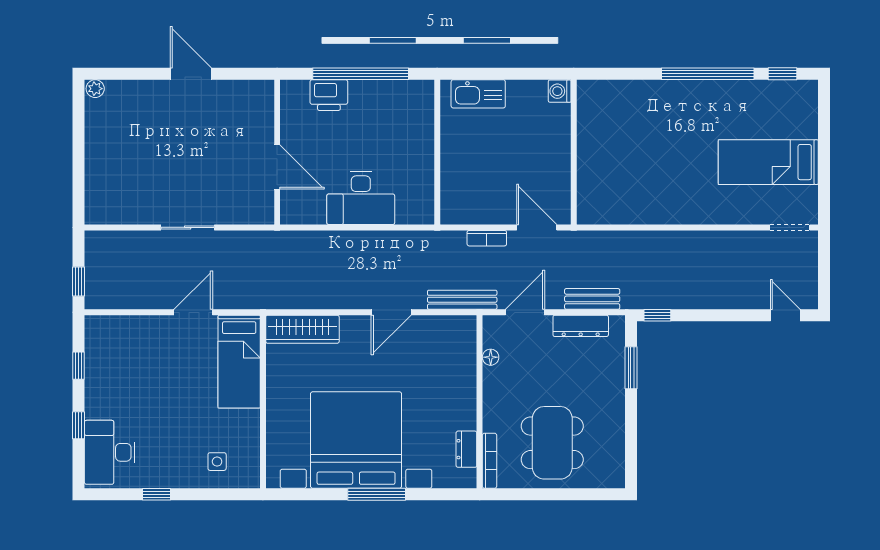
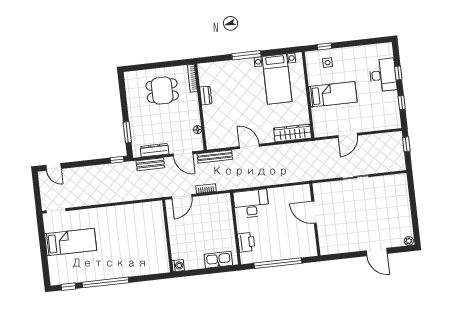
door: (191, 74) -> (377, 252), moved
printer: (329, 95) -> (246, 242), moved, turned 90
desk: (361, 198) -> (251, 204), moved
door: (537, 227) -> (182, 197), hinge flipped
door: (391, 312) -> (249, 146), hinge flipped
door: (525, 312) -> (183, 154), hinge flipped
bed: (239, 362) -> (333, 94), moved, turned 90
bed with nightstands: (356, 440) -> (277, 79), width x0.54
dining table: (552, 443) -> (162, 91), width x0.73
dresser: (466, 449) -> (206, 95), moved
desk: (110, 452) -> (383, 75), moved
window: (156, 494) -> (324, 47), moved

